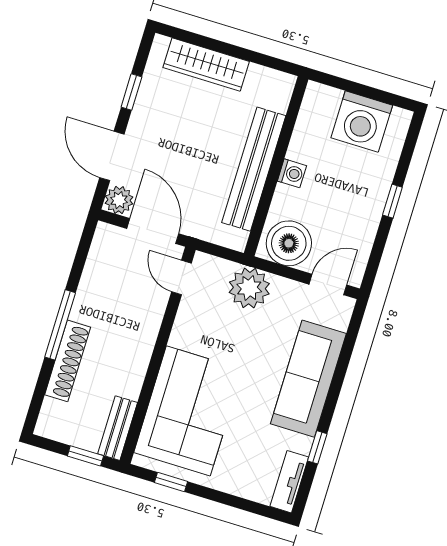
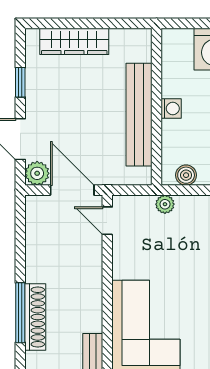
boiler: (289, 243) -> (186, 175), width x0.54, depth x0.54
plant: (249, 288) -> (165, 204), width x0.53, depth x0.53
window: (60, 325) -> (20, 313), moved

